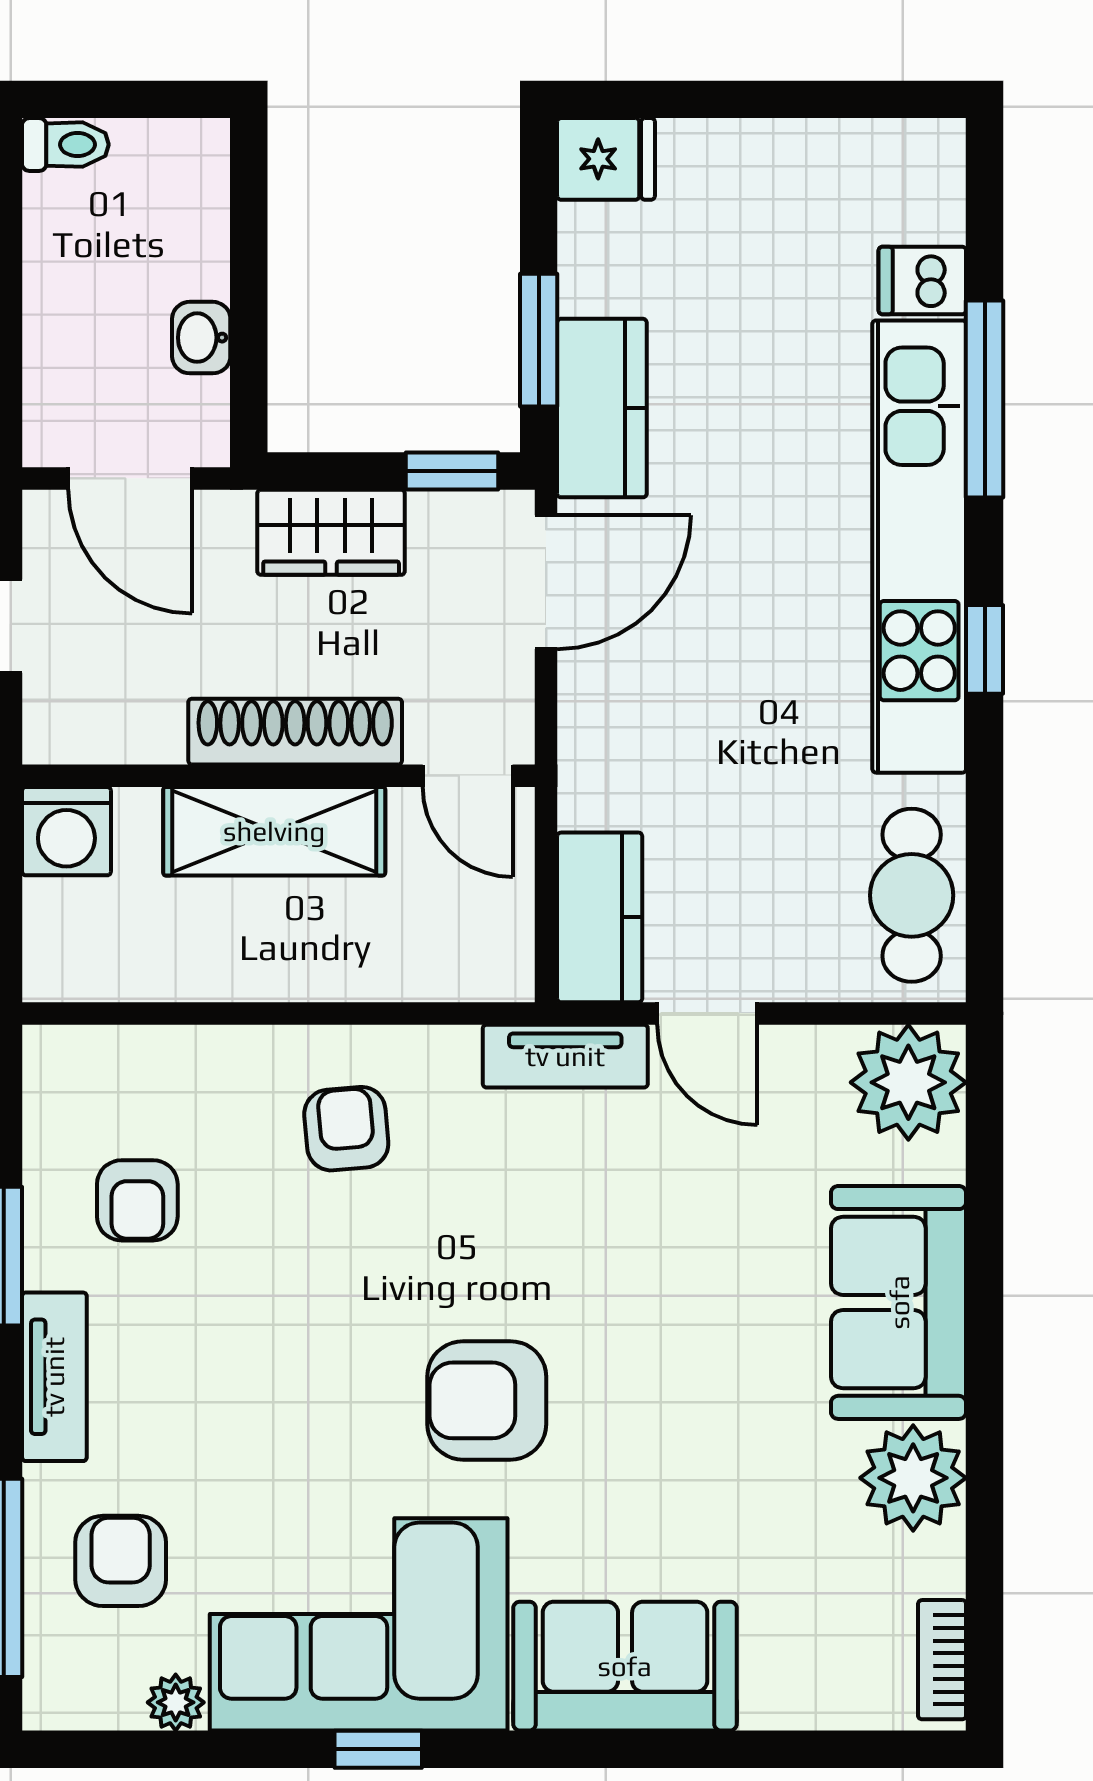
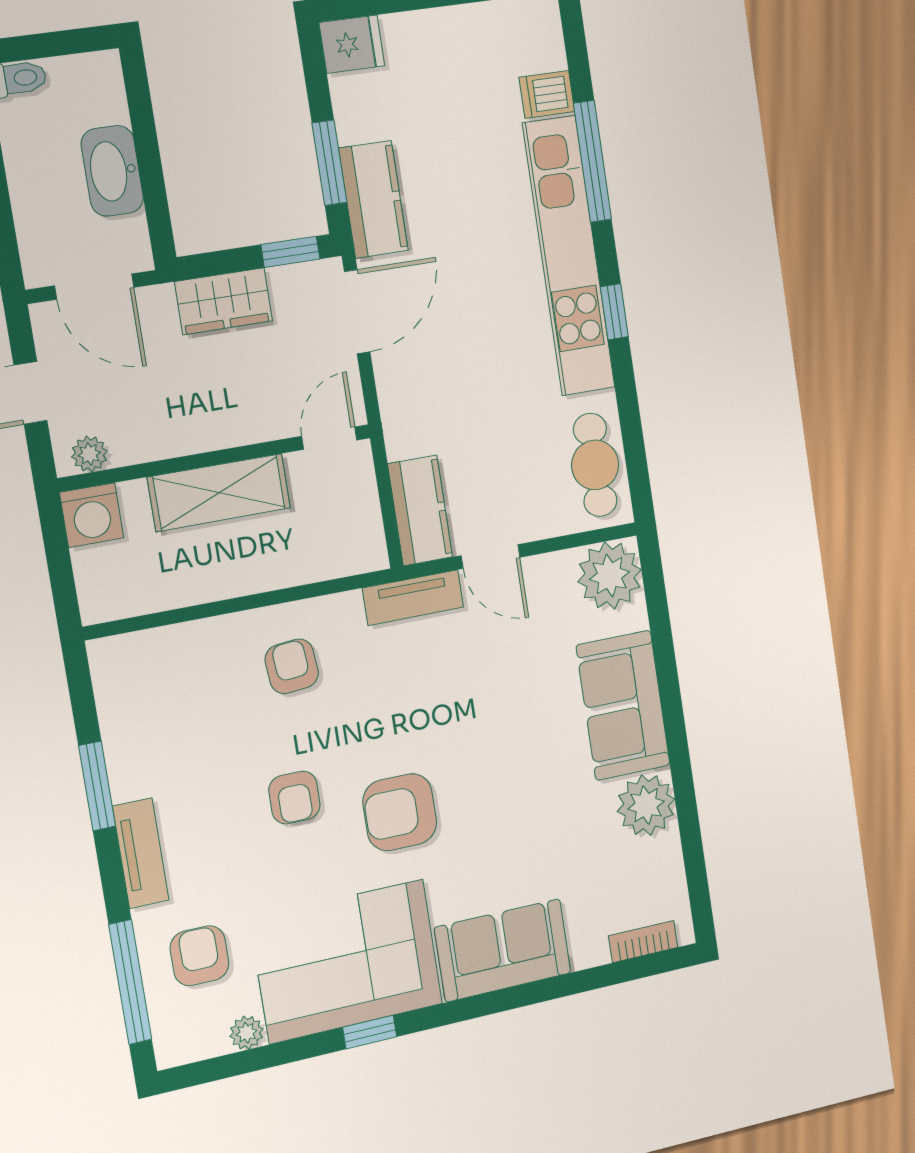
washbasin: (201, 338) -> (112, 171), width x1.91, depth x1.45
shoe rack: (295, 732) -> (222, 429), removed
plant: (79, 736) -> (89, 454), added
door: (468, 776) -> (329, 438), swing flipped
armchair: (137, 1200) -> (294, 798), moved
bookcase: (942, 1660) -> (643, 942), moved, turned 90

